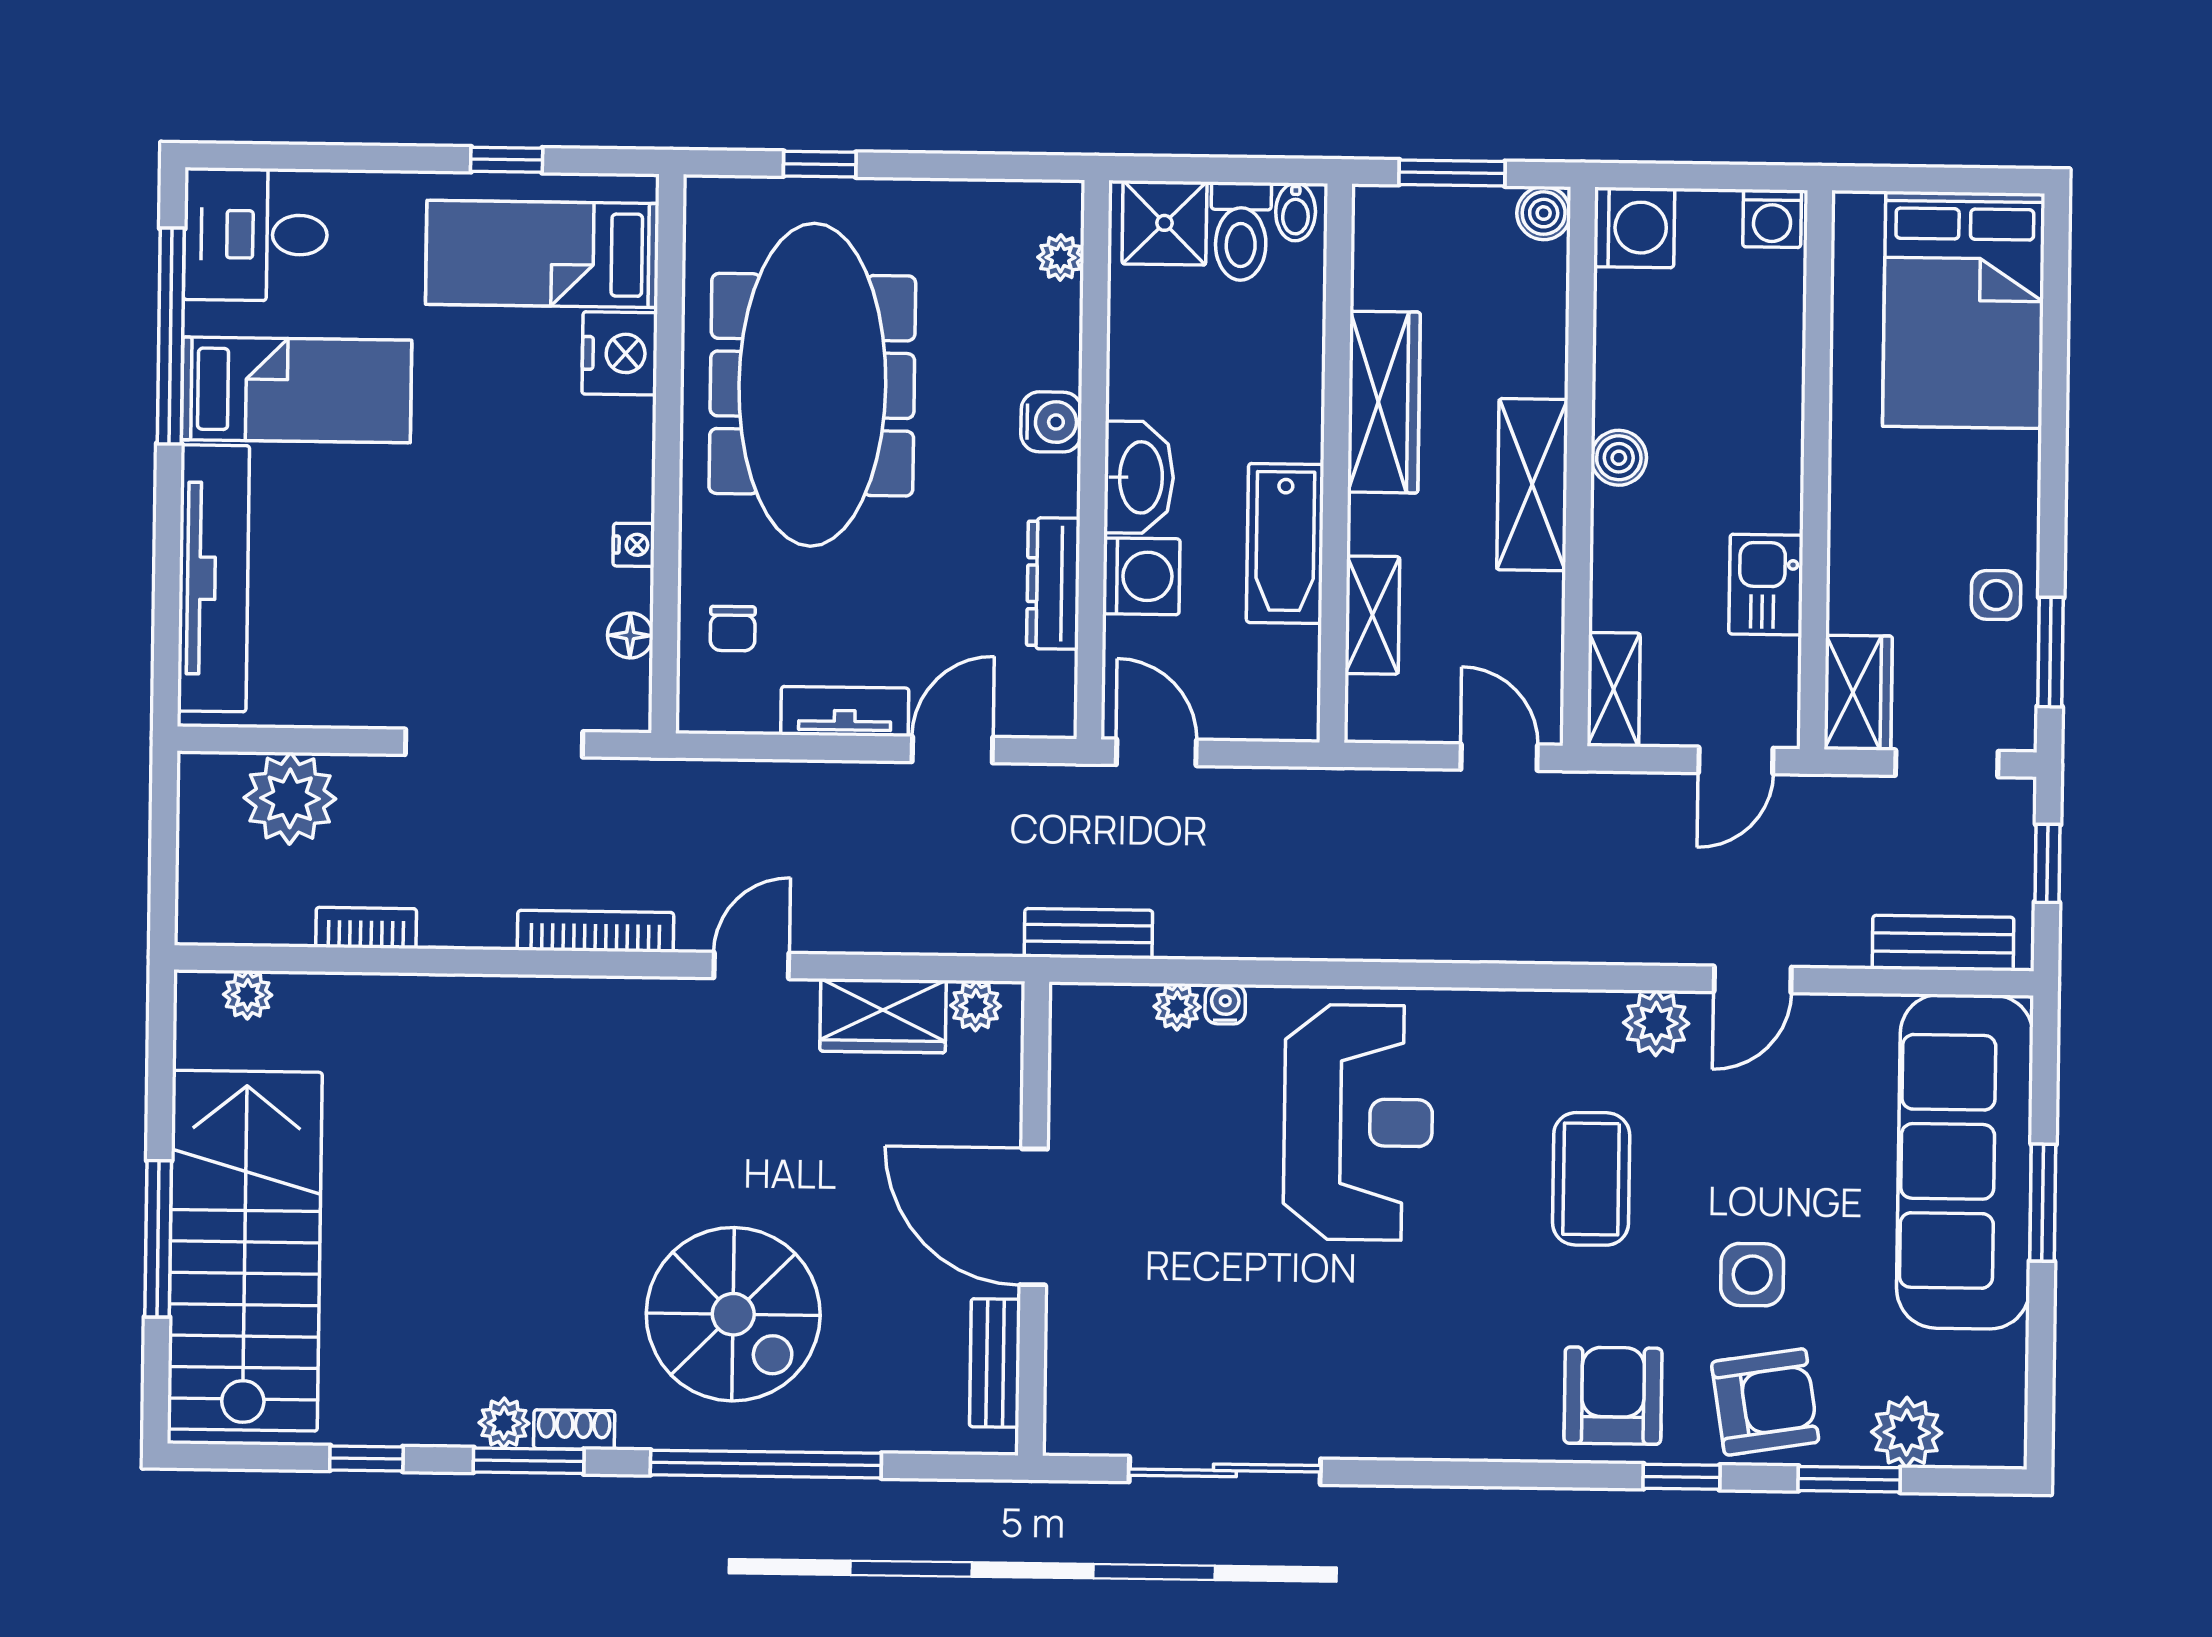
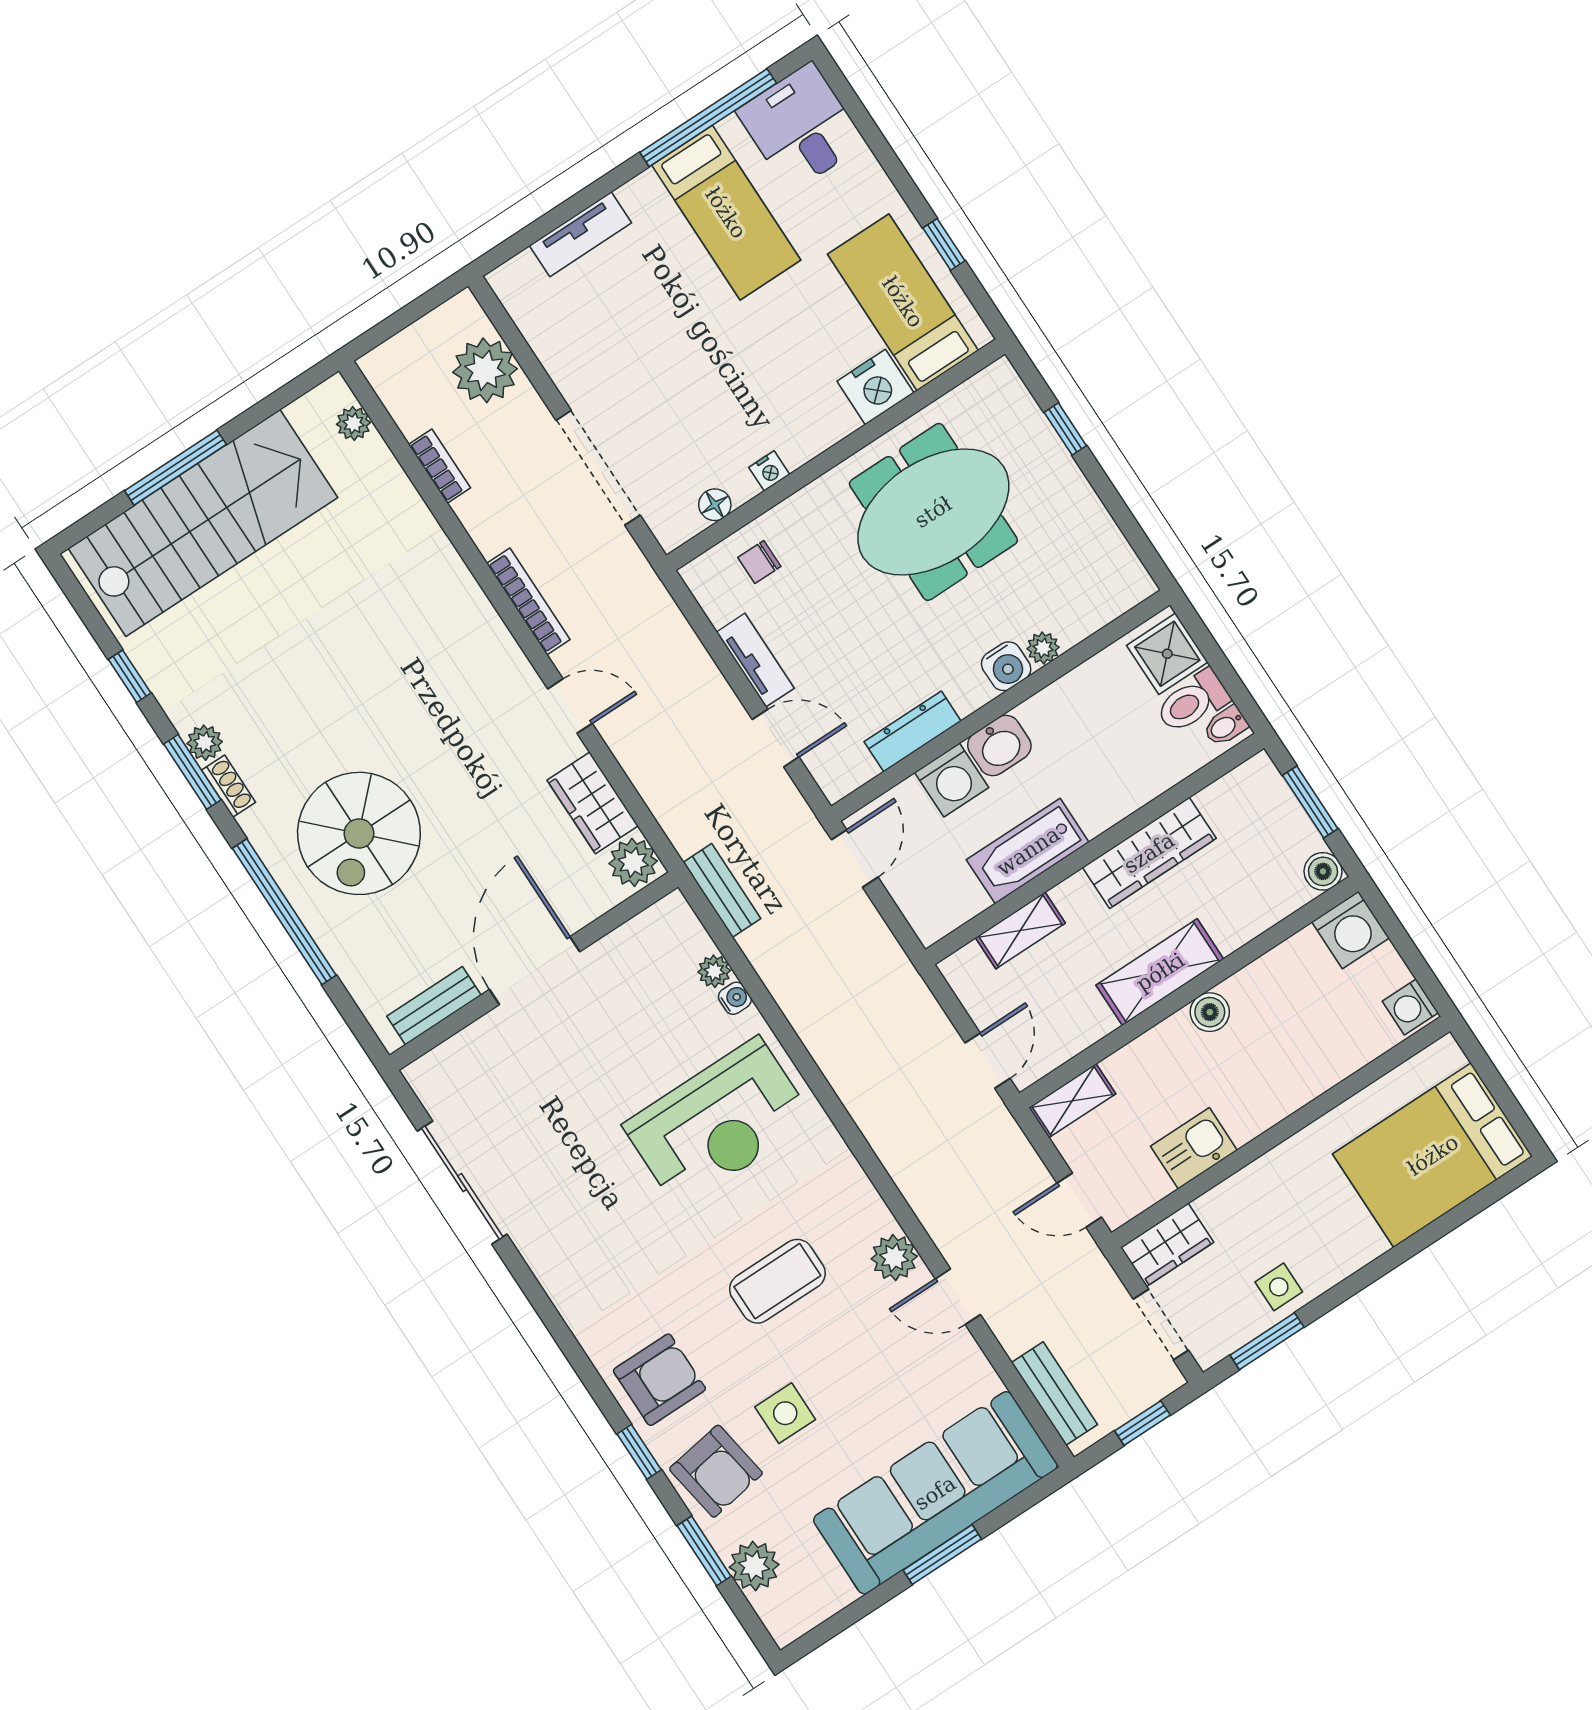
plant: (1061, 257) -> (1043, 648), moved
meeting table: (812, 385) -> (933, 512), width x0.73
washbasin: (1139, 477) -> (999, 746), width x0.72
tv unit: (214, 578) -> (580, 234), width x0.52, depth x0.78
plant: (976, 1006) -> (633, 862), width x1.38, depth x1.38

